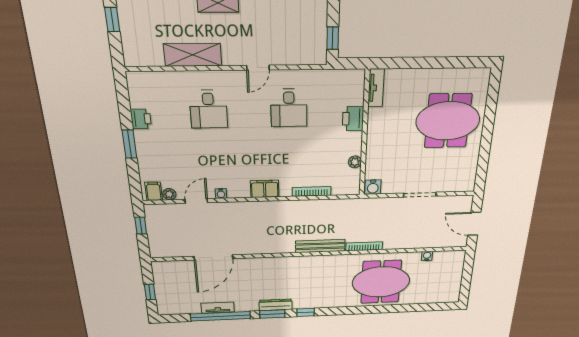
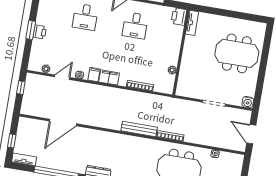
printer: (141, 119) -> (40, 32), moved
printer: (353, 119) -> (179, 17), moved
water cooler: (373, 187) -> (248, 102), moved
filing cabinet: (154, 191) -> (94, 74), moved
tv unit: (218, 308) -> (24, 159), moved

